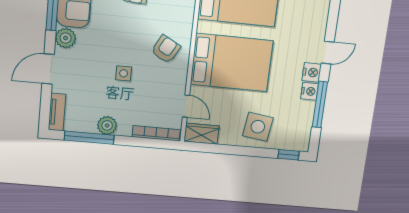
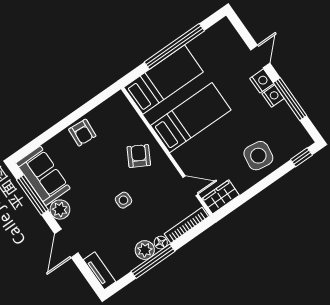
bed: (232, 63) -> (191, 118), width x0.67
floor lamp: (125, 130) -> (161, 243), added
window: (89, 138) -> (153, 261), moved

